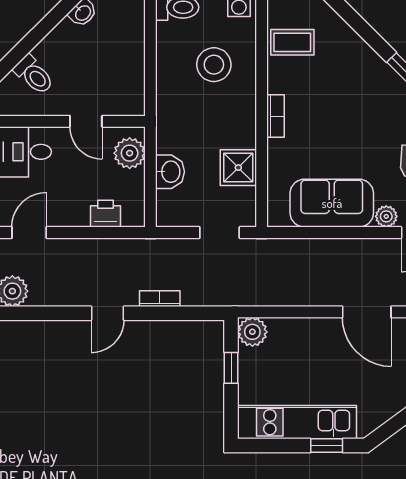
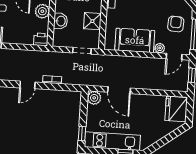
printer: (106, 214) -> (41, 39), moved
door: (367, 312) -> (119, 90), moved
window: (231, 368) -> (82, 133), moved

